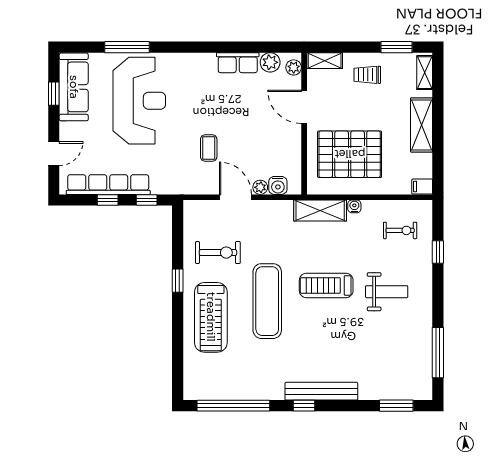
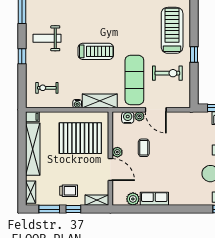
window: (360, 47) -> (73, 209), added
plant: (294, 67) -> (117, 152), moved
shelving: (422, 125) -> (33, 149), width x1.47
coffee table: (209, 148) -> (144, 148), moved
window: (438, 252) -> (22, 56), moved
exercise bike: (218, 253) -> (167, 73), turned 180
weight bench: (387, 292) -> (47, 38), moved
exercise mat: (267, 301) -> (134, 80), moved

